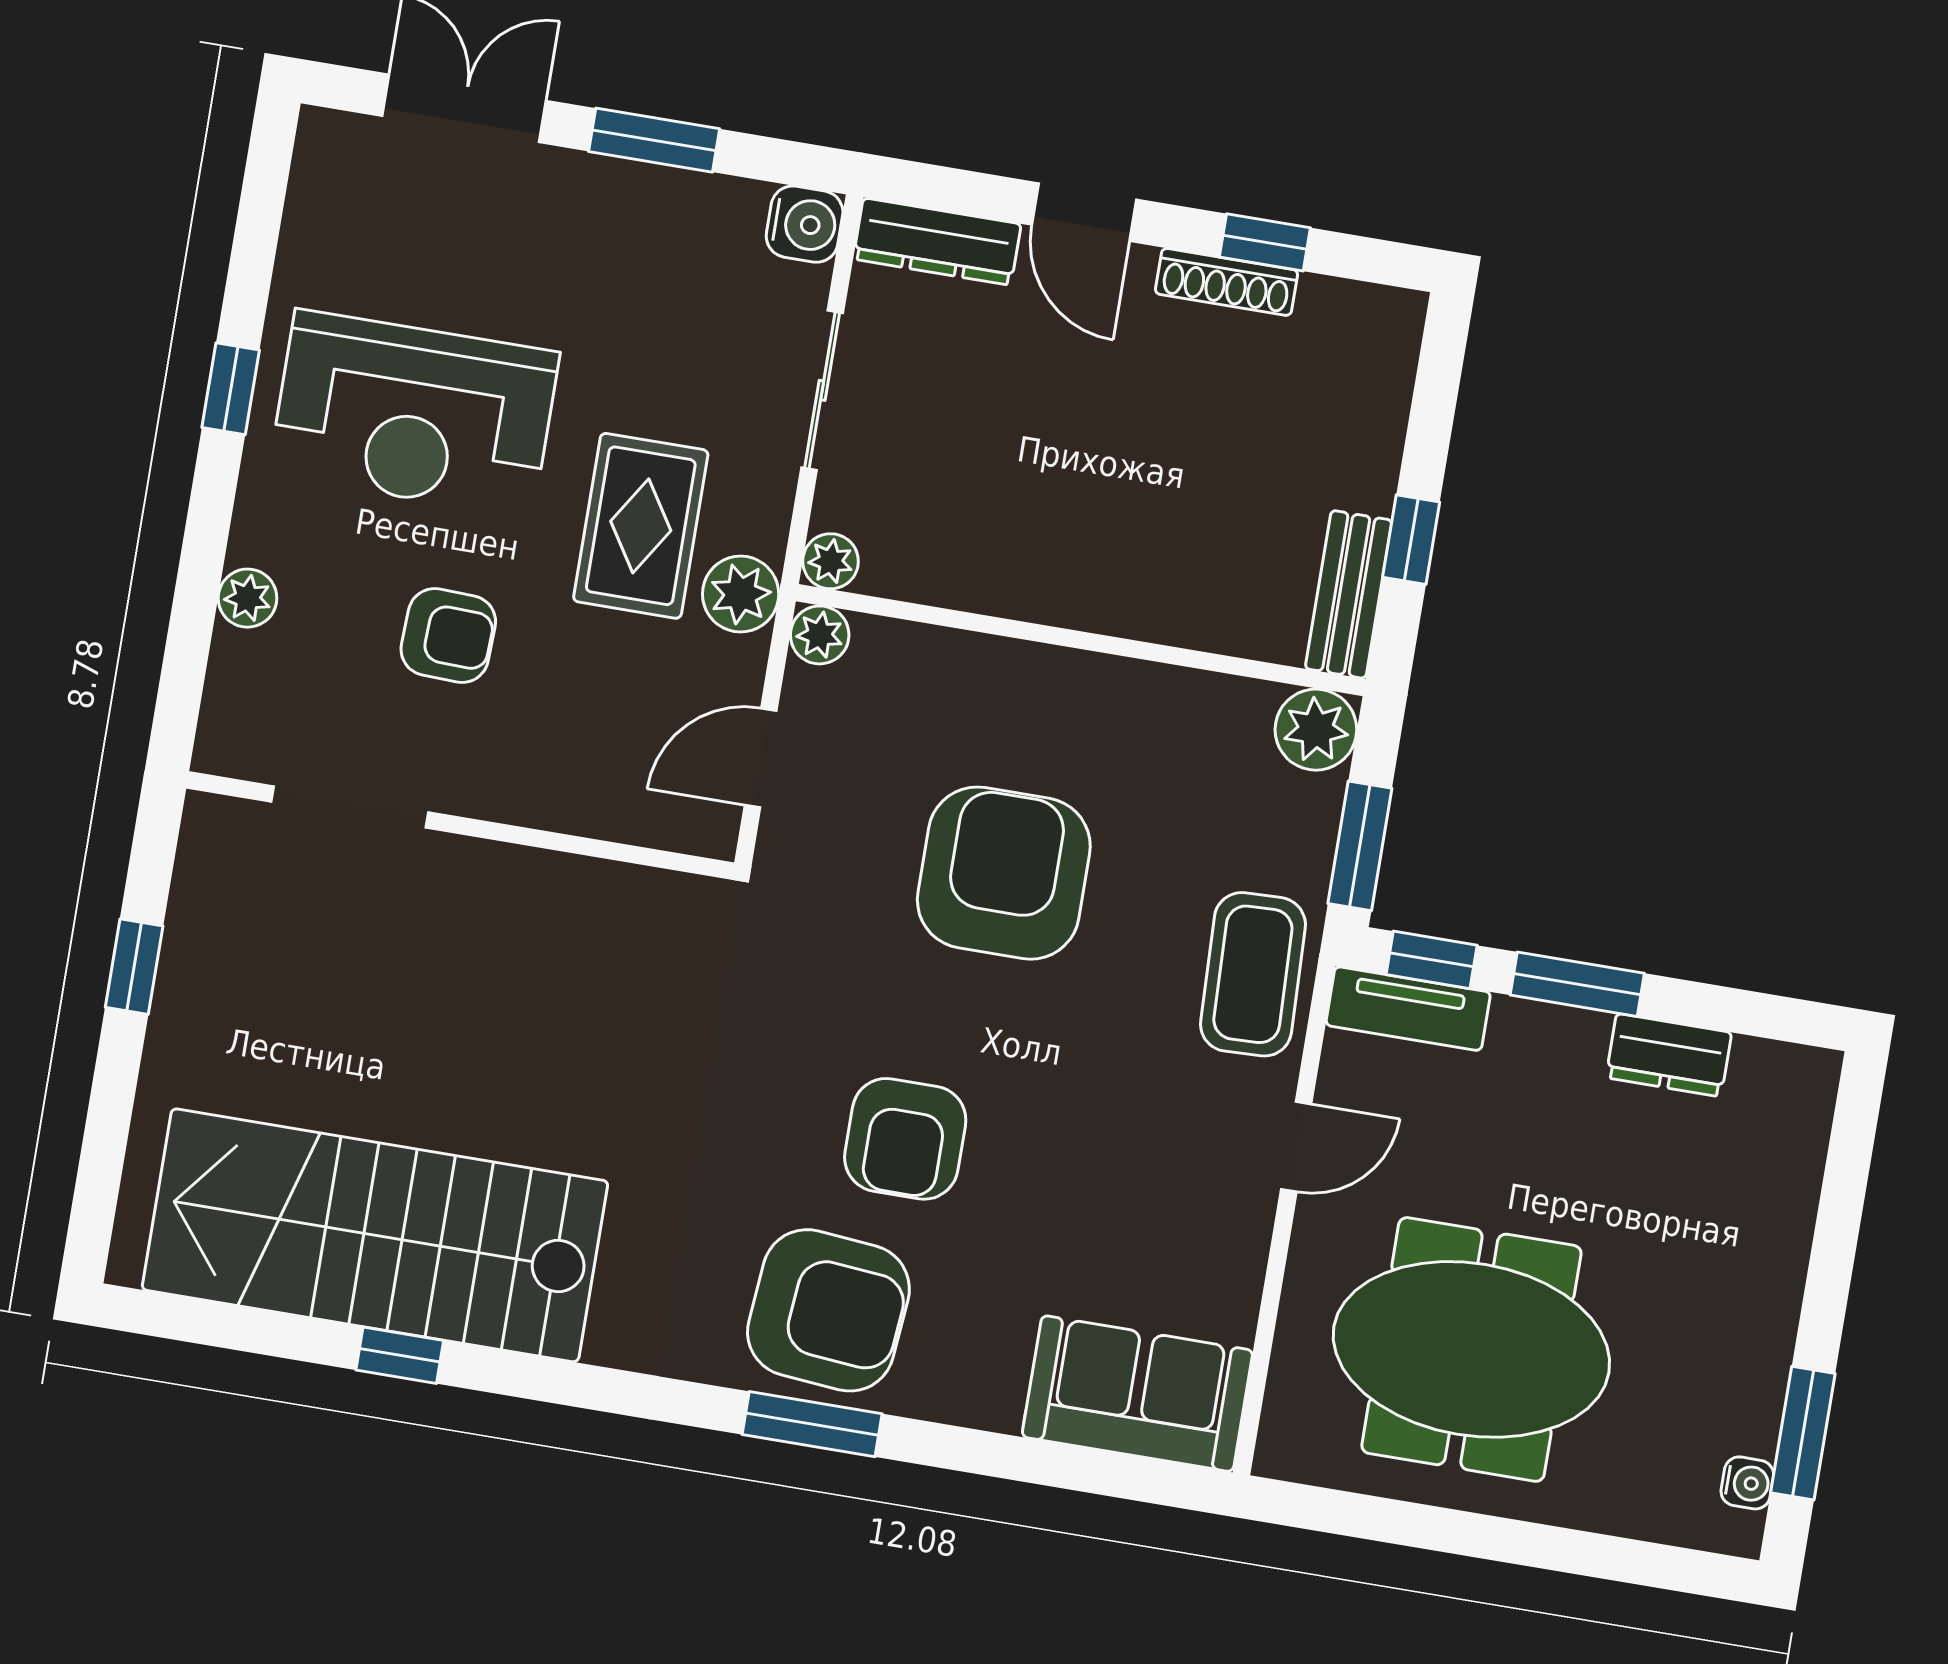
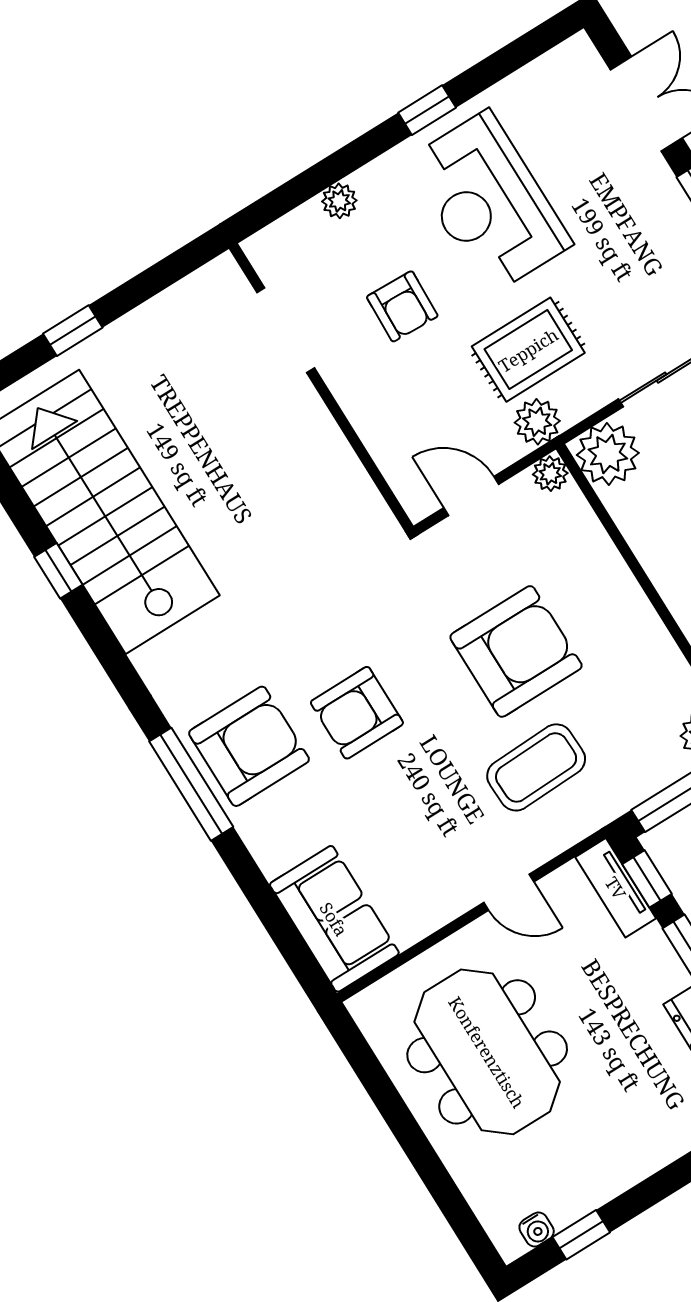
plant: (831, 561) -> (608, 454), width x1.87, depth x1.87
window: (134, 967) -> (73, 331), moved
coffee table: (1253, 974) -> (536, 767), moved
armchair: (828, 1310) -> (249, 746), turned -95
window: (812, 1424) -> (191, 784), width x1.44
window: (1803, 1433) -> (581, 1235), width x0.67

